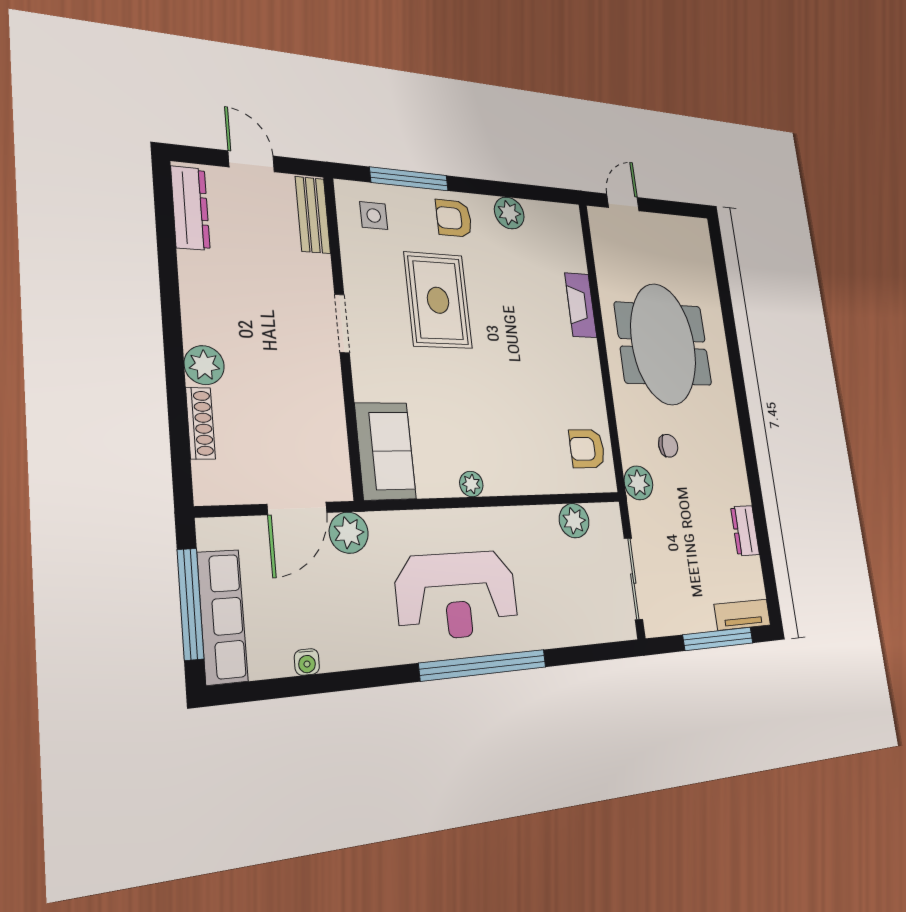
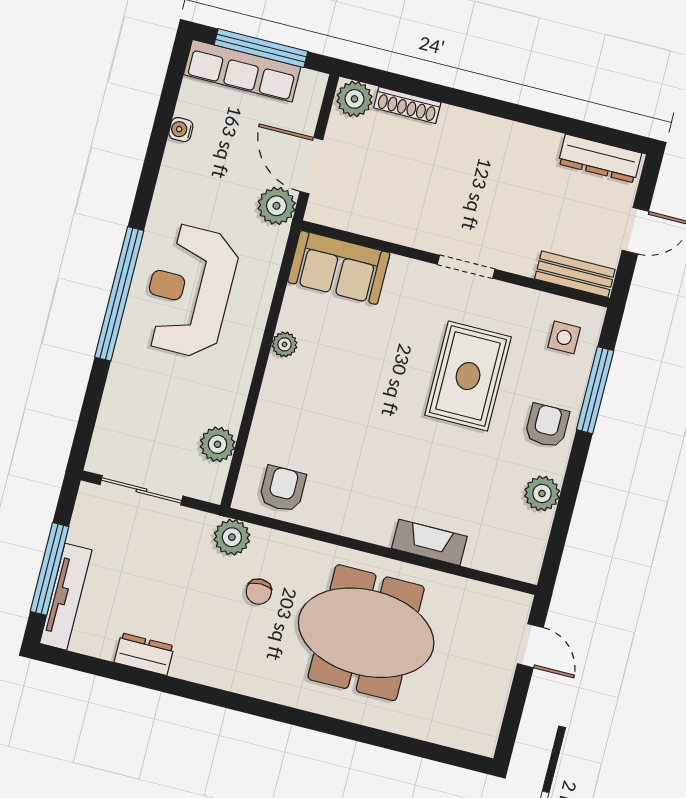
rug: (438, 300) -> (468, 376), turned 90
plant: (204, 365) -> (355, 99), moved
tv unit: (743, 615) -> (66, 597), width x1.41

